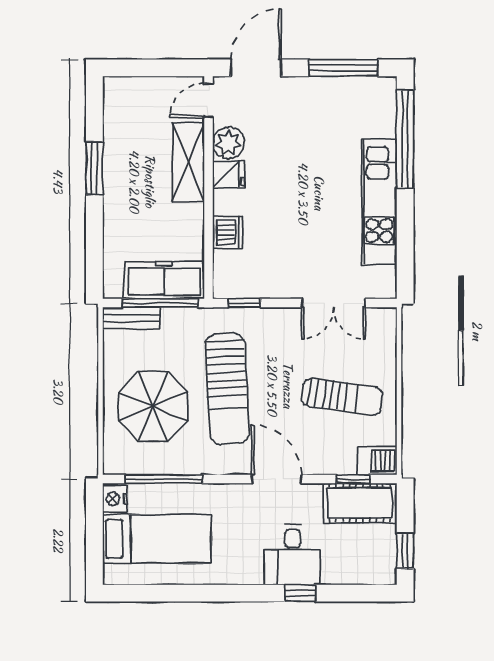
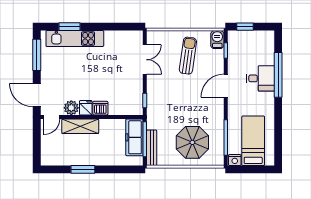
door: (208, 100) -> (52, 117), hinge flipped
window: (405, 139) -> (69, 27), width x0.47
kitchen unit: (379, 202) -> (75, 39), moved
dishwasher: (228, 232) -> (100, 108), moved
bench: (131, 318) -> (152, 148), width x1.36
sun lounger: (227, 389) -> (184, 108), removed
cot: (360, 503) -> (237, 47), removed
window: (405, 551) -> (245, 27), moved
window: (300, 593) -> (278, 75), width x3.17

